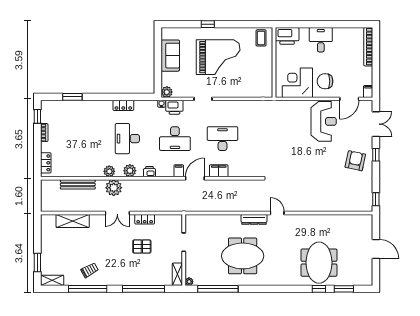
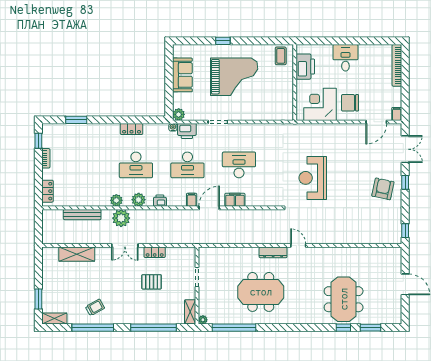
printer: (287, 36) -> (305, 67), moved, turned -90
reception desk: (324, 121) -> (313, 178), moved, turned 180
desk: (127, 139) -> (136, 165), turned -90

